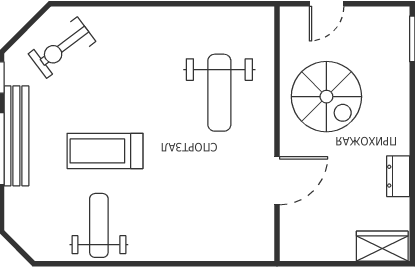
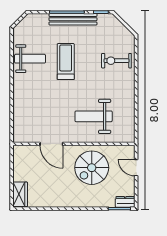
exercise bike: (62, 48) -> (116, 61), moved, turned -53
dresser: (398, 176) -> (125, 202), moved

